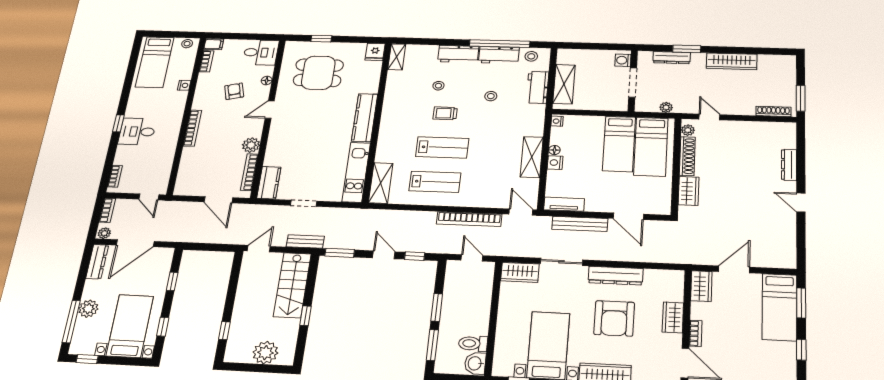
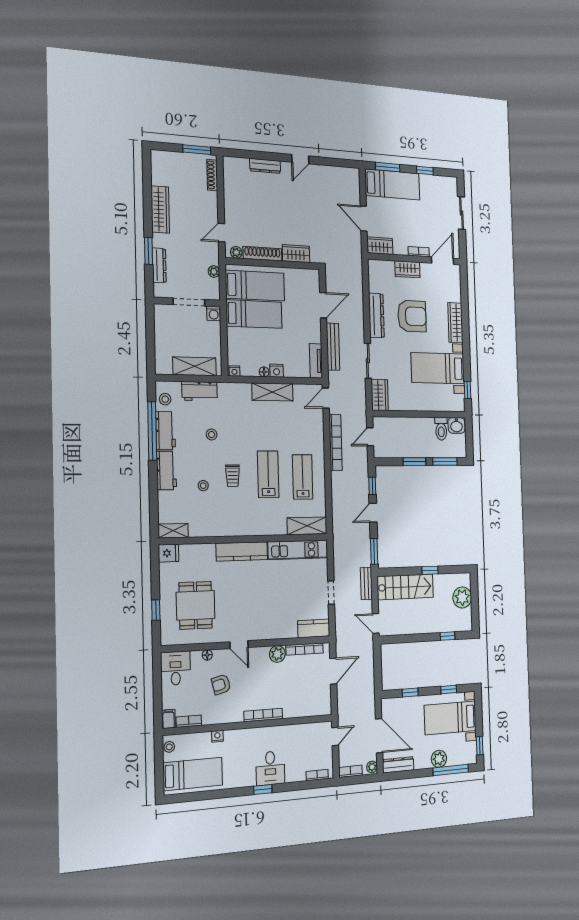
washing machine: (623, 60) -> (214, 313), moved

